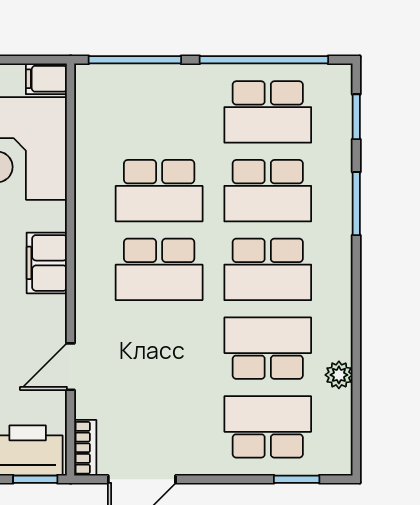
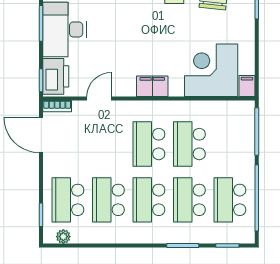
school desk: (268, 348) -> (108, 200), turned 180
door: (71, 367) -> (99, 99), hinge flipped
plant: (339, 375) -> (63, 237), moved
school desk: (268, 427) -> (68, 200), turned 180

